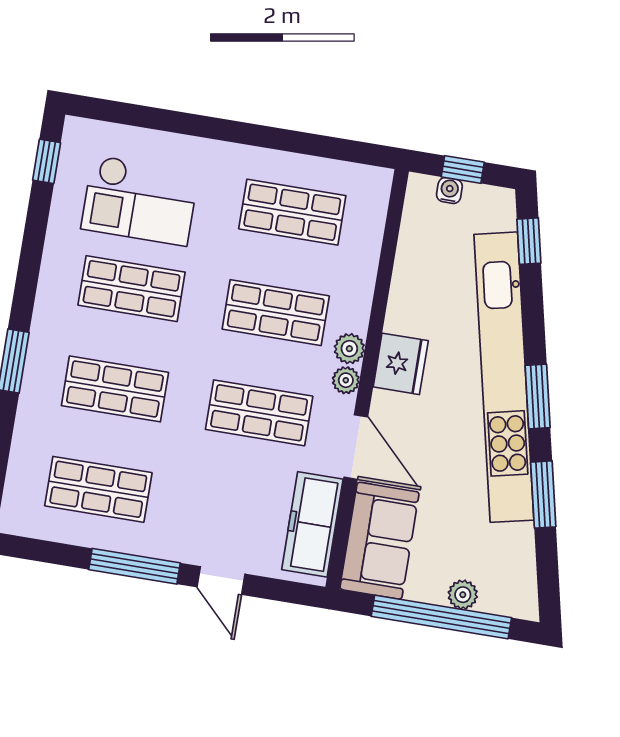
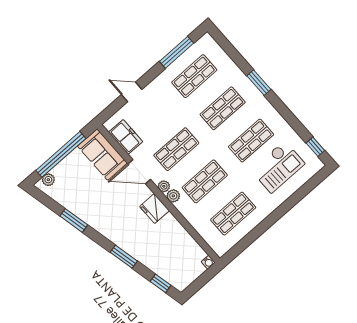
window: (463, 169) -> (202, 281), removed
water cooler: (449, 190) -> (208, 262), moved
checkout: (140, 200) -> (278, 167), turned 180
kitchen unit: (504, 377) -> (123, 239), removed
window: (538, 396) -> (124, 257), moved
freezer: (312, 524) -> (126, 137), width x0.71
window: (135, 566) -> (176, 52), moved
plant: (463, 595) -> (48, 180), moved

